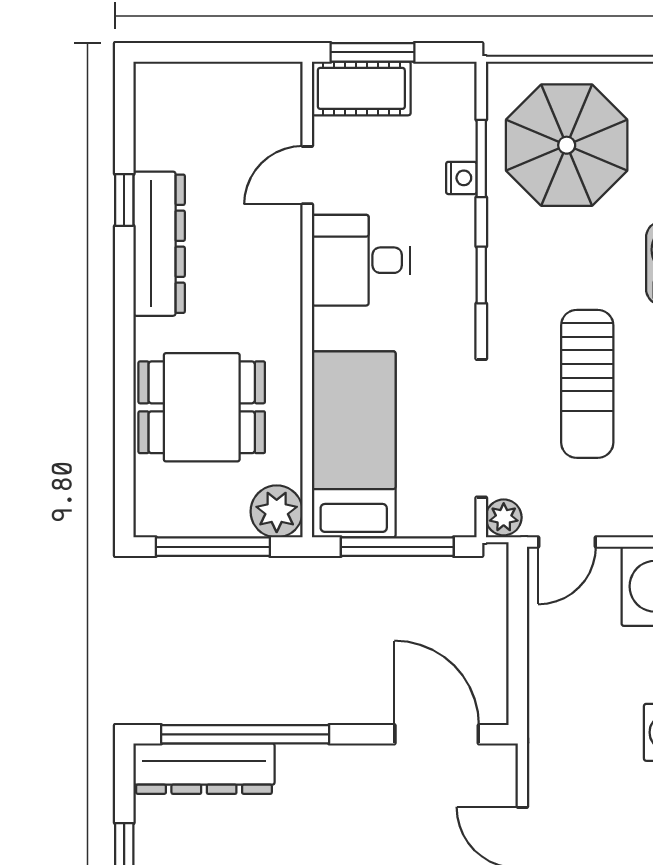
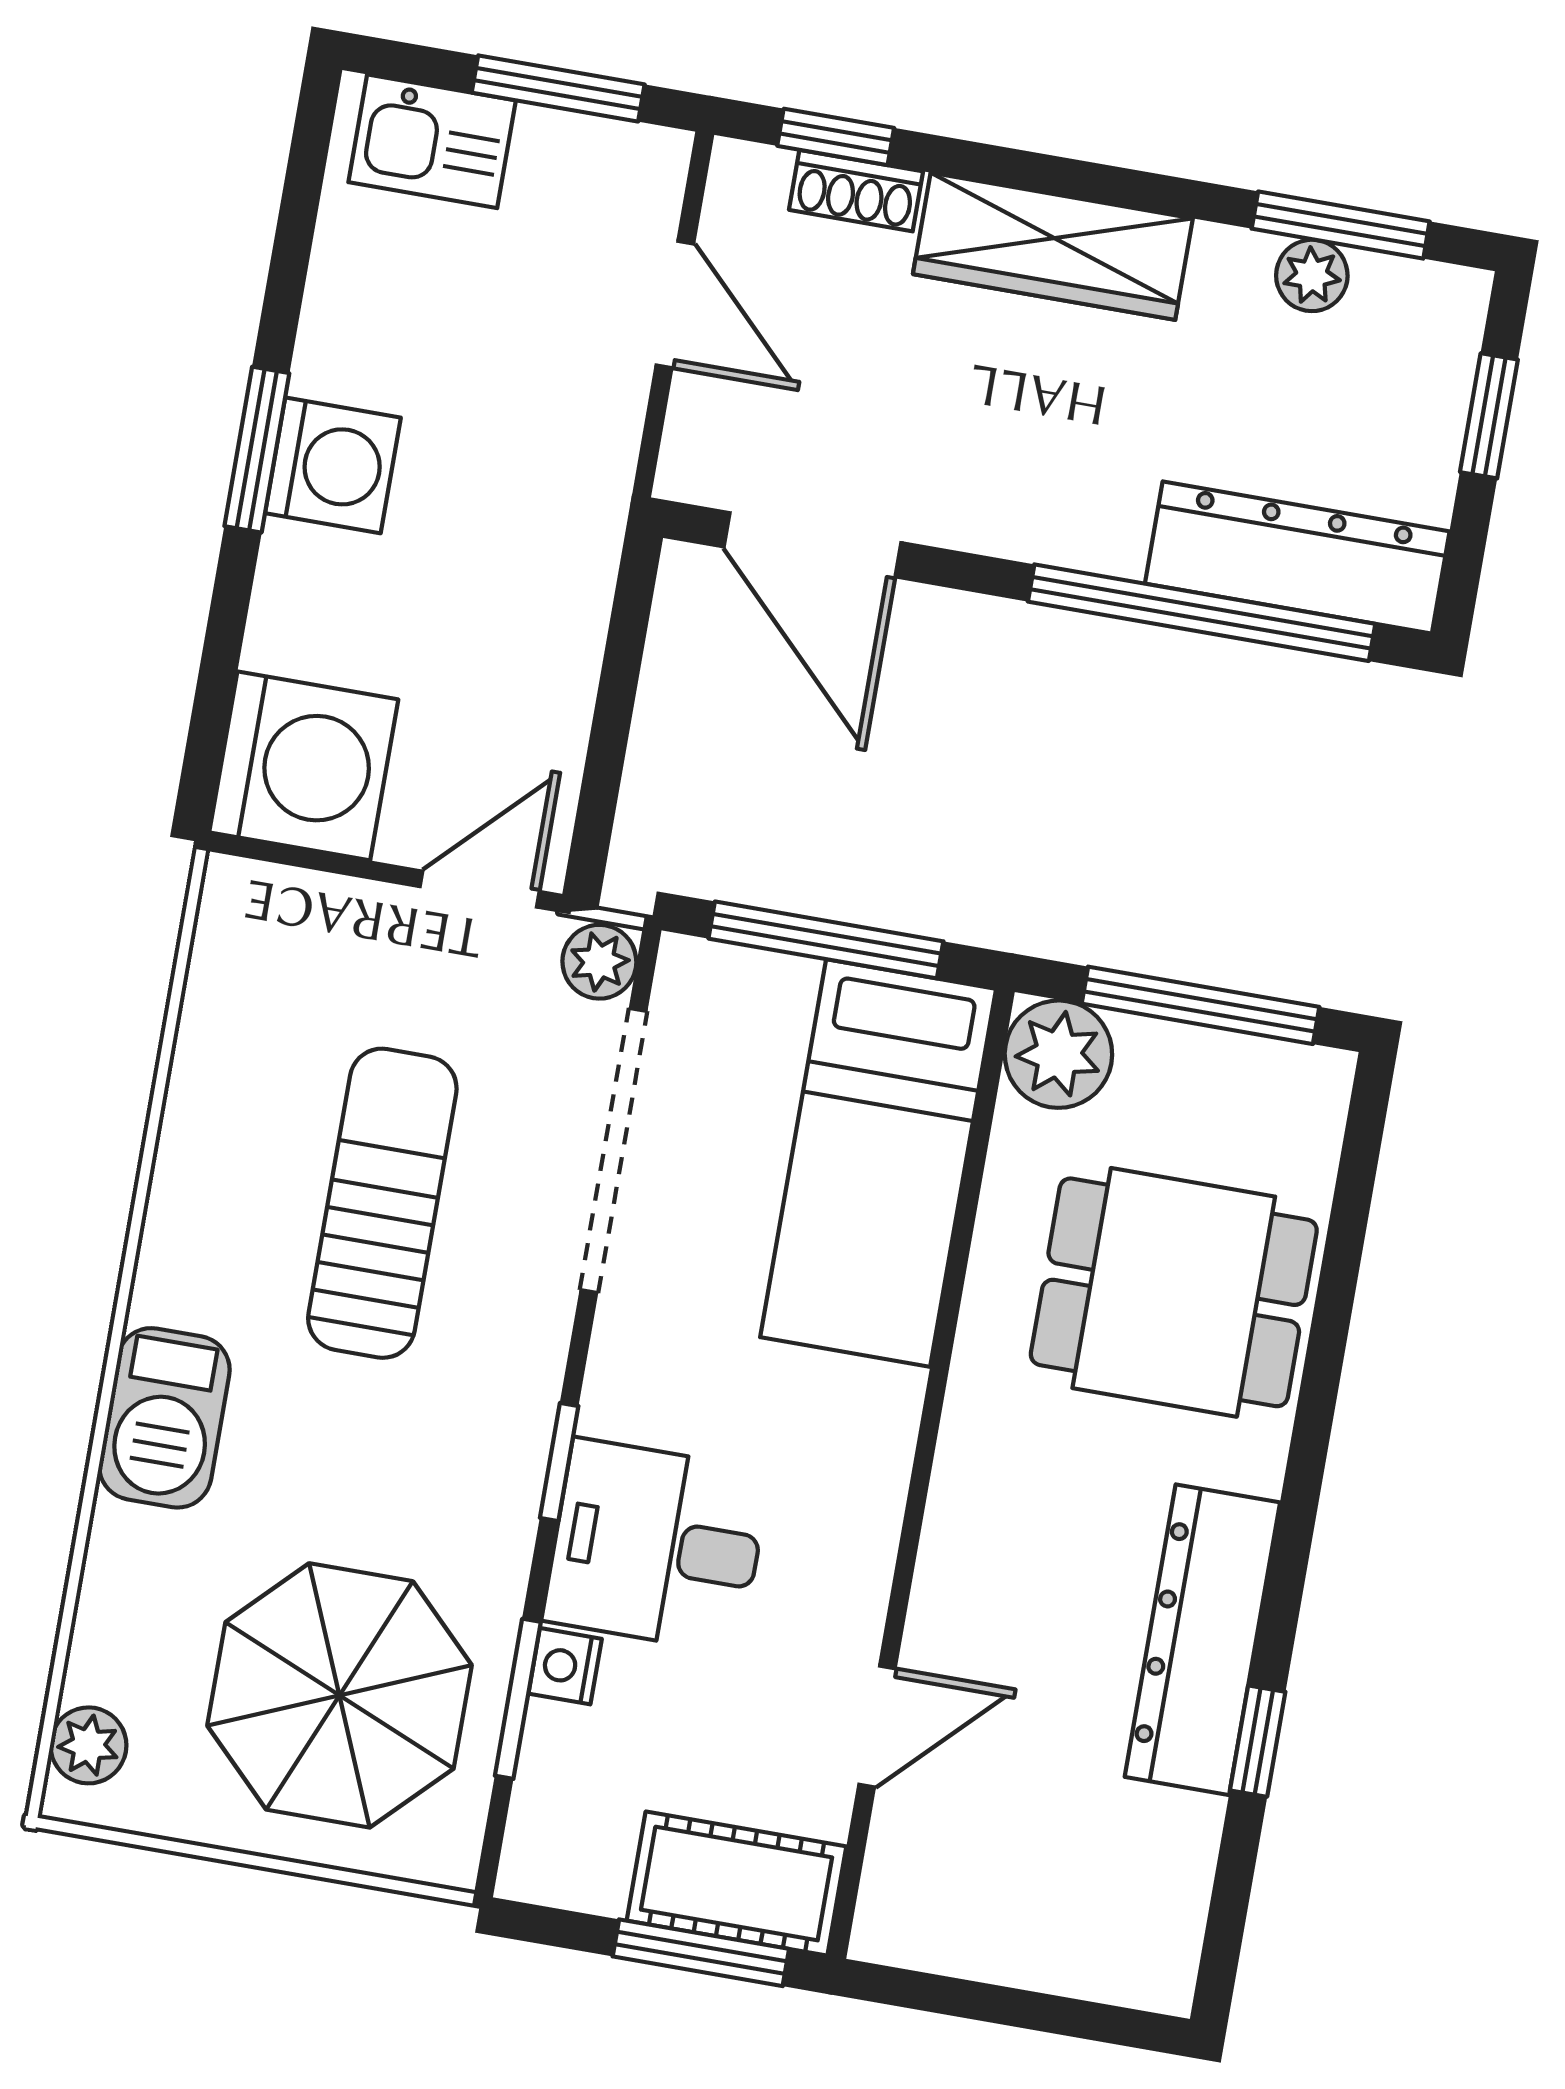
desk: (361, 260) -> (656, 1546), moved, turned 180

